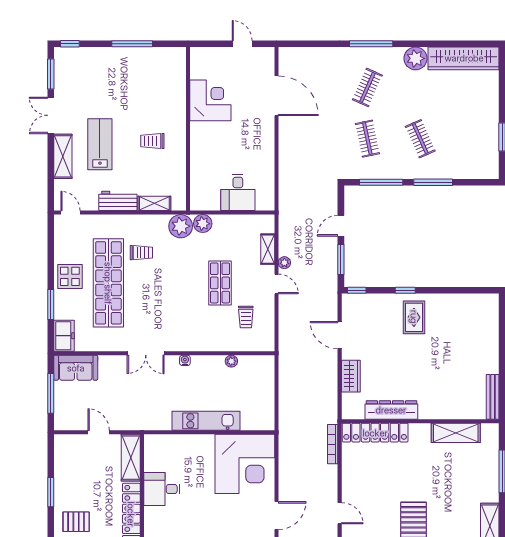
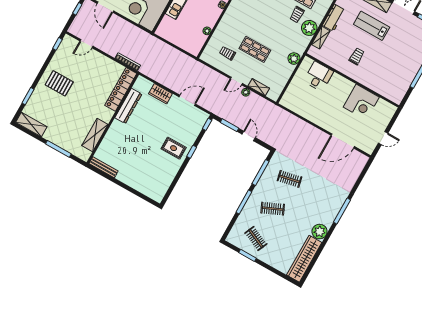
clothes rail: (367, 87) -> (256, 238), moved
lab bench: (100, 144) -> (372, 26), turned 180
desk: (238, 192) -> (319, 76), moved, turned 90
plant: (181, 226) -> (309, 28), moved

